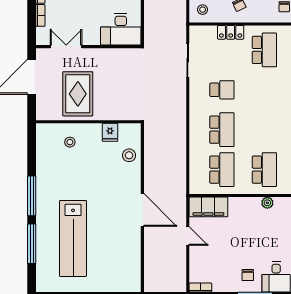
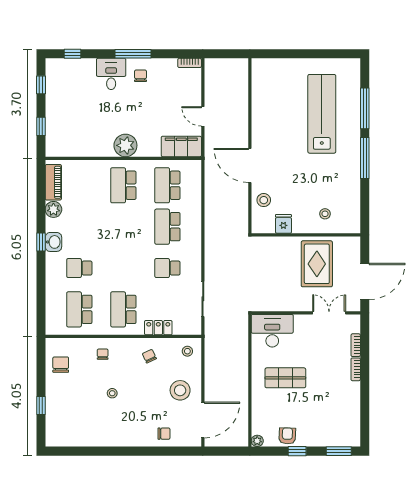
double door: (66, 47) -> (329, 313), swing flipped
plant: (267, 203) -> (125, 145), width x1.88, depth x1.88
door: (142, 210) -> (250, 165), moved

